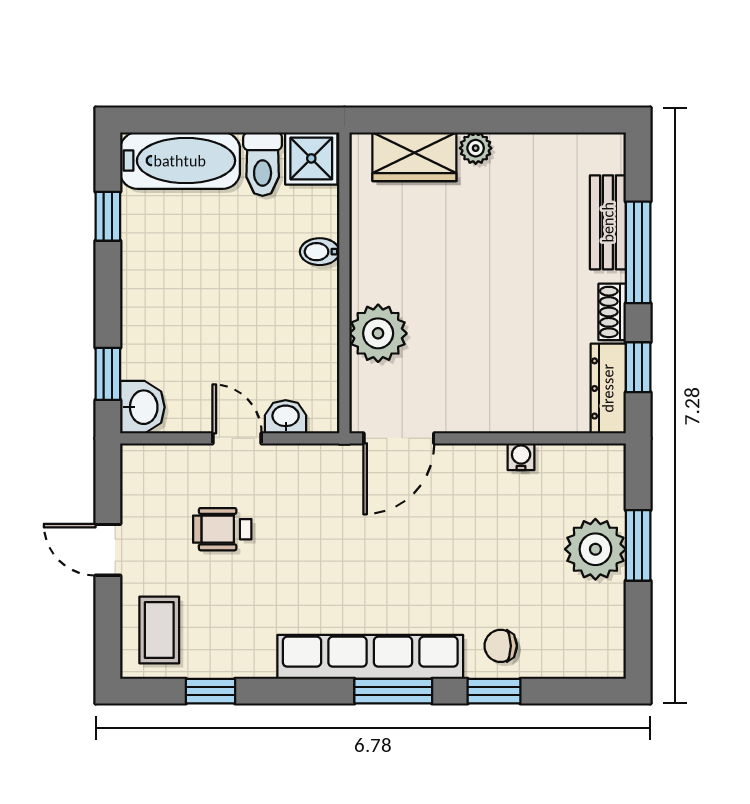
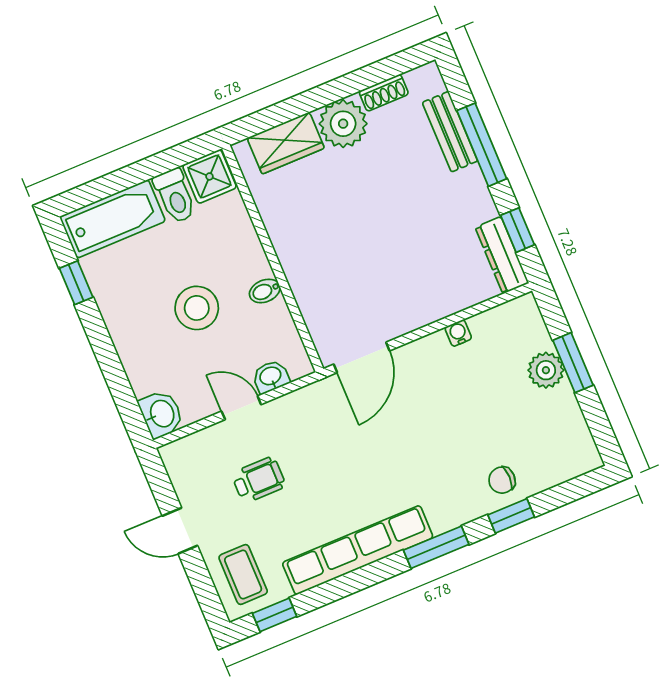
plant: (476, 148) -> (343, 124), width x1.88, depth x1.88
bidet: (320, 252) -> (265, 291), moved
stool: (234, 303) -> (197, 308), added
shoe rack: (612, 312) -> (384, 93), moved, turned -90
plant: (378, 333) -> (314, 286), removed
window: (108, 374) -> (125, 400), removed
wheelchair: (222, 529) -> (259, 480), turned 180
plant: (595, 549) -> (546, 370), width x0.73, depth x0.73
row of seats: (370, 657) -> (358, 550), moved
window: (210, 691) -> (275, 615), moved

